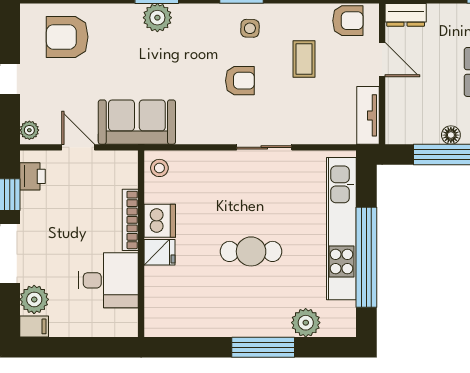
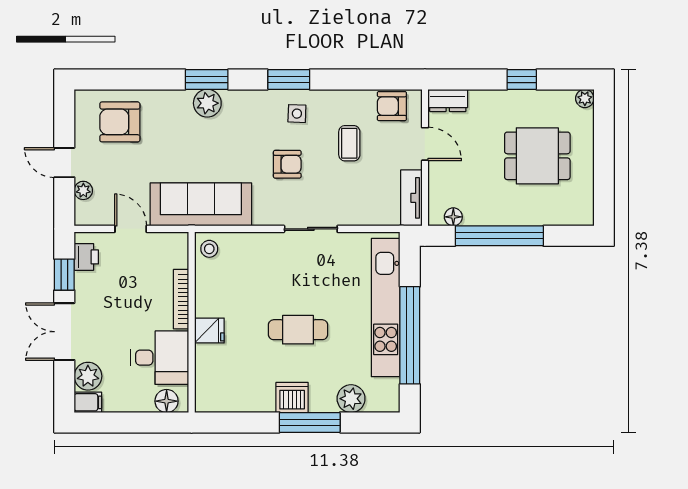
armchair: (348, 21) -> (392, 106), turned 180
sofa: (137, 122) -> (201, 204), width x1.36
plant: (29, 130) -> (83, 190), moved
floor lamp: (451, 135) -> (453, 217), moved
dishwasher: (160, 221) -> (292, 398), moved, turned -90
floor lamp: (115, 325) -> (167, 401), added

